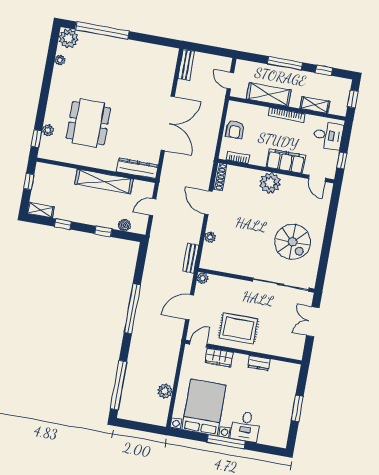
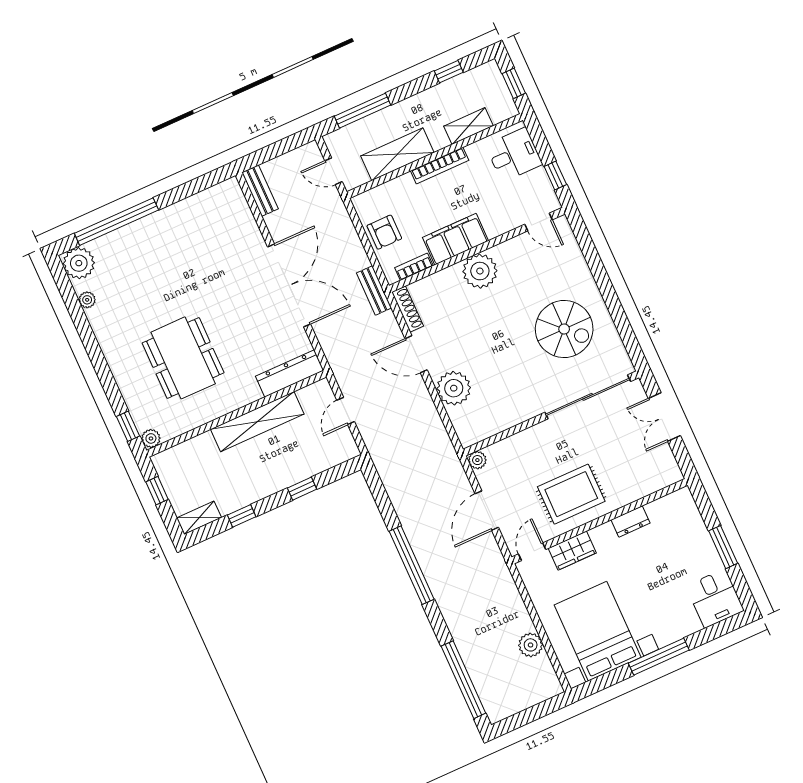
window: (285, 63) -> (363, 111), moved
plant: (48, 130) -> (151, 438), moved
filing cabinet: (286, 161) -> (455, 239), moved
boiler: (124, 225) -> (324, 461), removed
plant: (210, 237) -> (454, 388), width x1.87, depth x1.87
bench: (191, 258) -> (374, 290), moved
desk: (246, 426) -> (715, 598), moved

